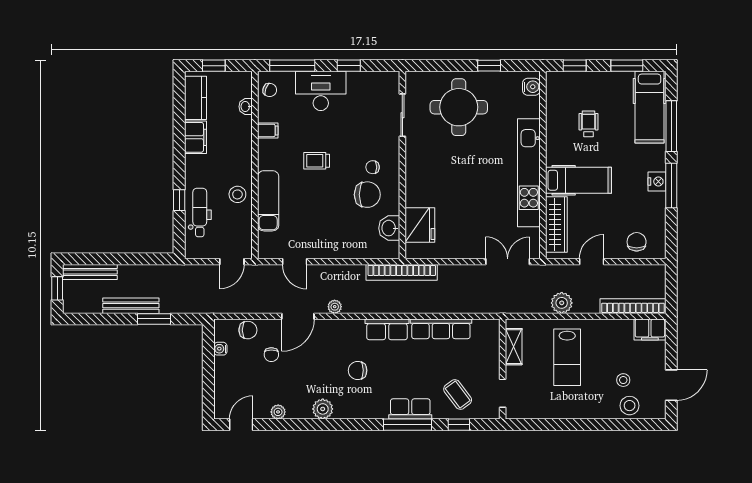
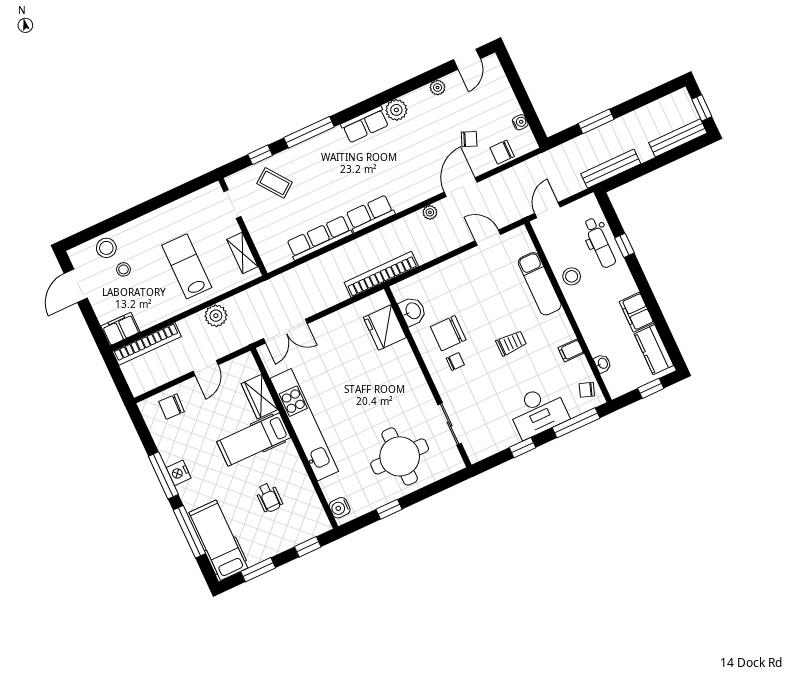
wardrobe: (556, 224) -> (260, 397), width x0.67
chair: (637, 242) -> (172, 407), turned 92
bench: (131, 306) -> (611, 169), moved
chair: (271, 355) -> (469, 139), turned 112
chair: (358, 370) -> (380, 162), removed
row of seats: (410, 409) -> (365, 124), moved

